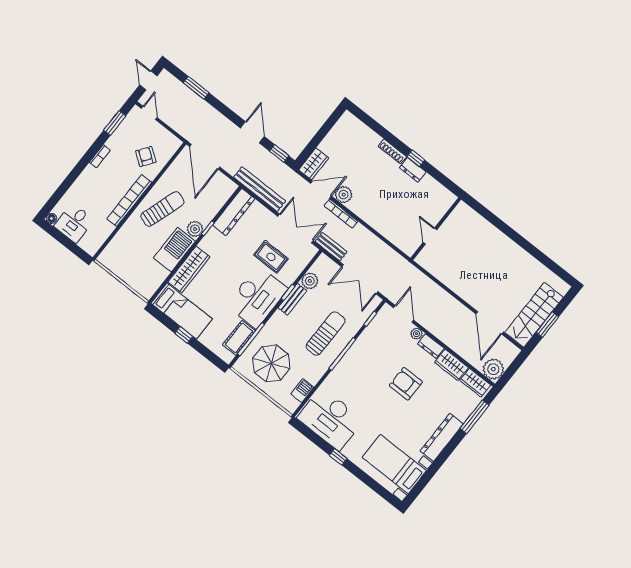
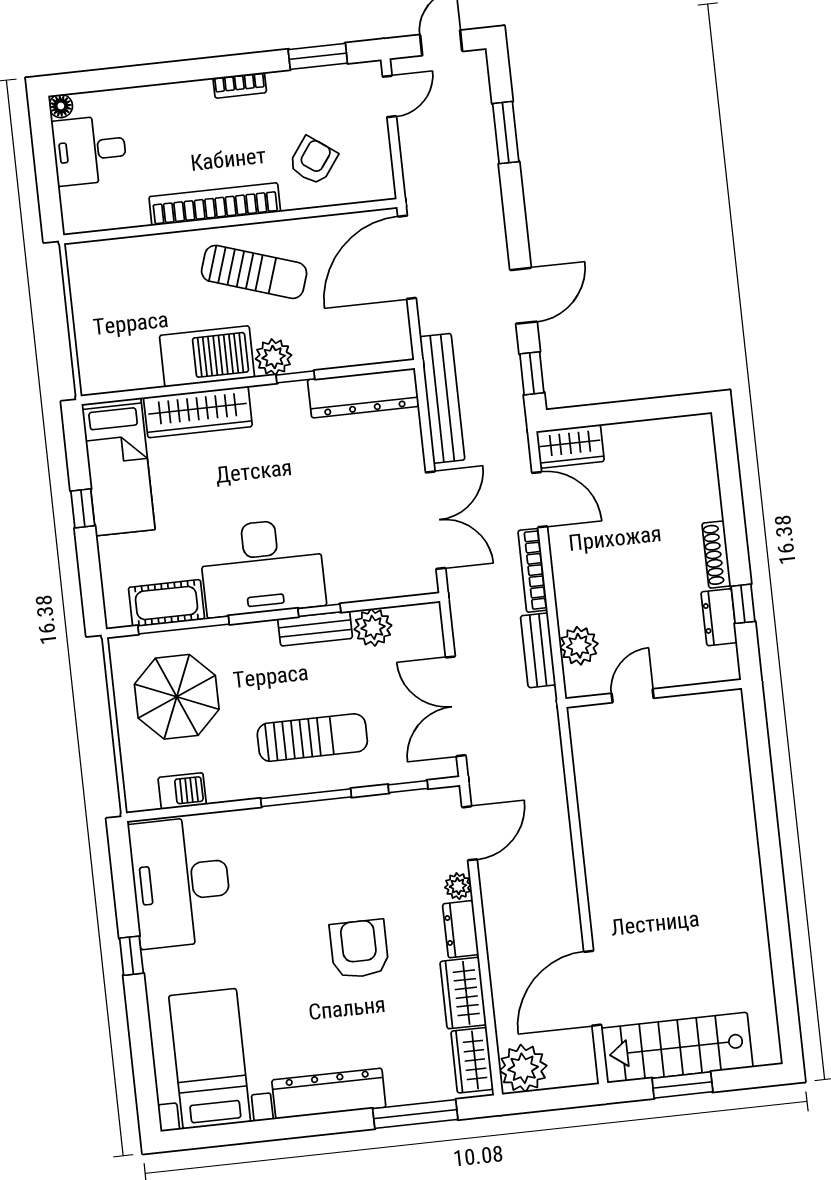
plant: (344, 195) -> (579, 646), moved
wall: (436, 229) -> (654, 693), moved
door: (430, 236) -> (633, 696), moved
bench: (331, 247) -> (538, 650), moved
rug: (271, 257) -> (350, 526), removed

